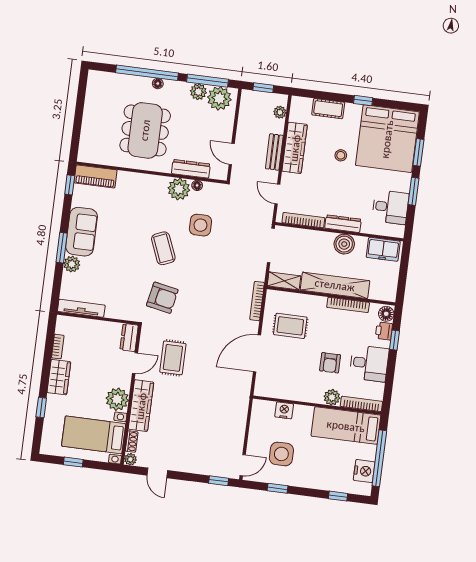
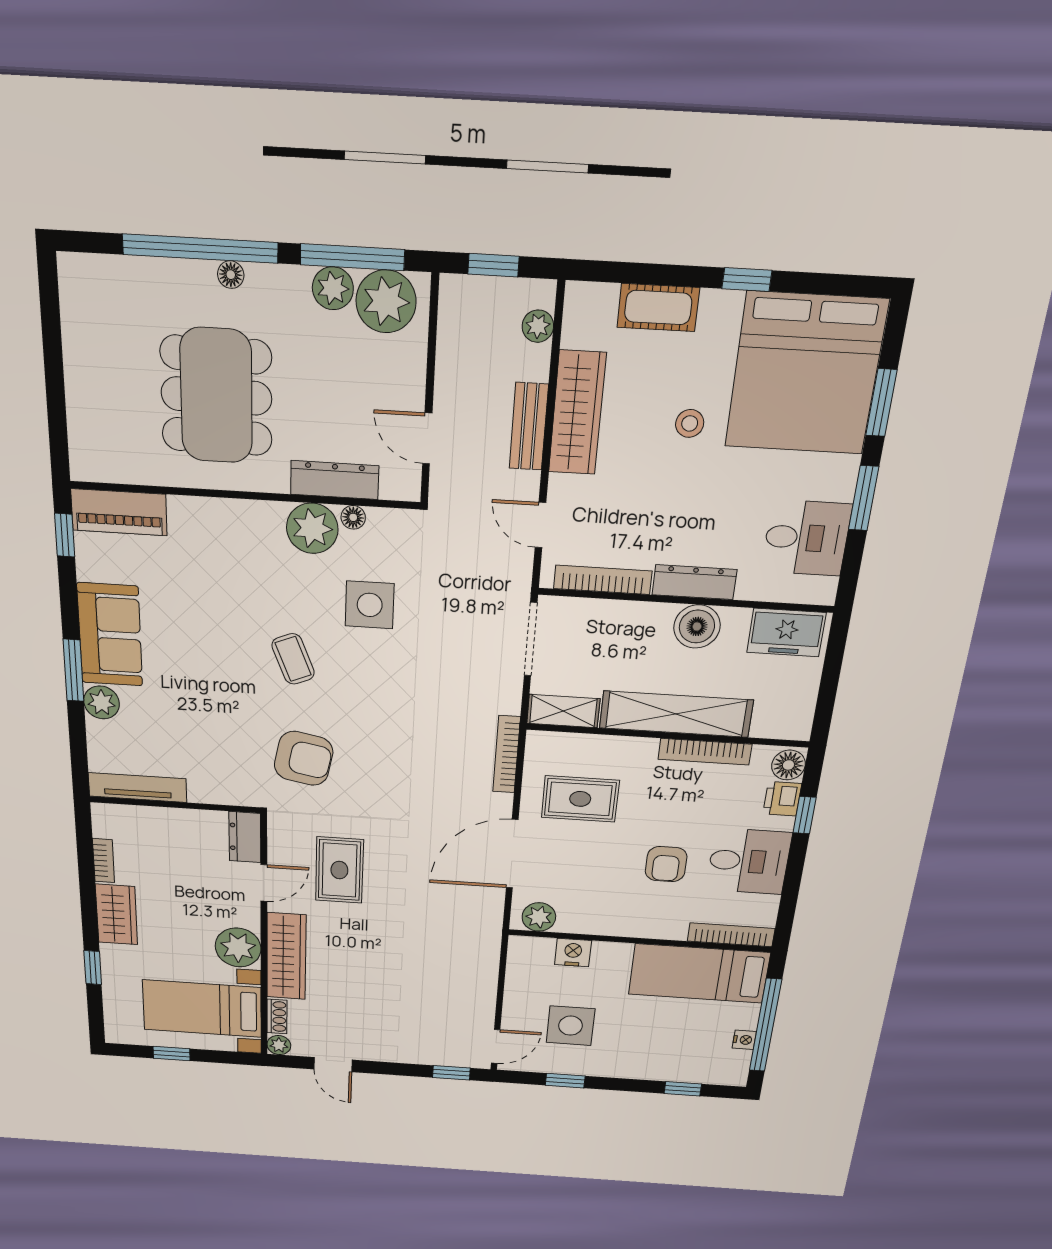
coffee table: (163, 248) -> (293, 659), width x0.73, depth x0.77
plant: (332, 397) -> (539, 917), moved
nightstand: (364, 471) -> (744, 1040), width x0.53, depth x0.56

